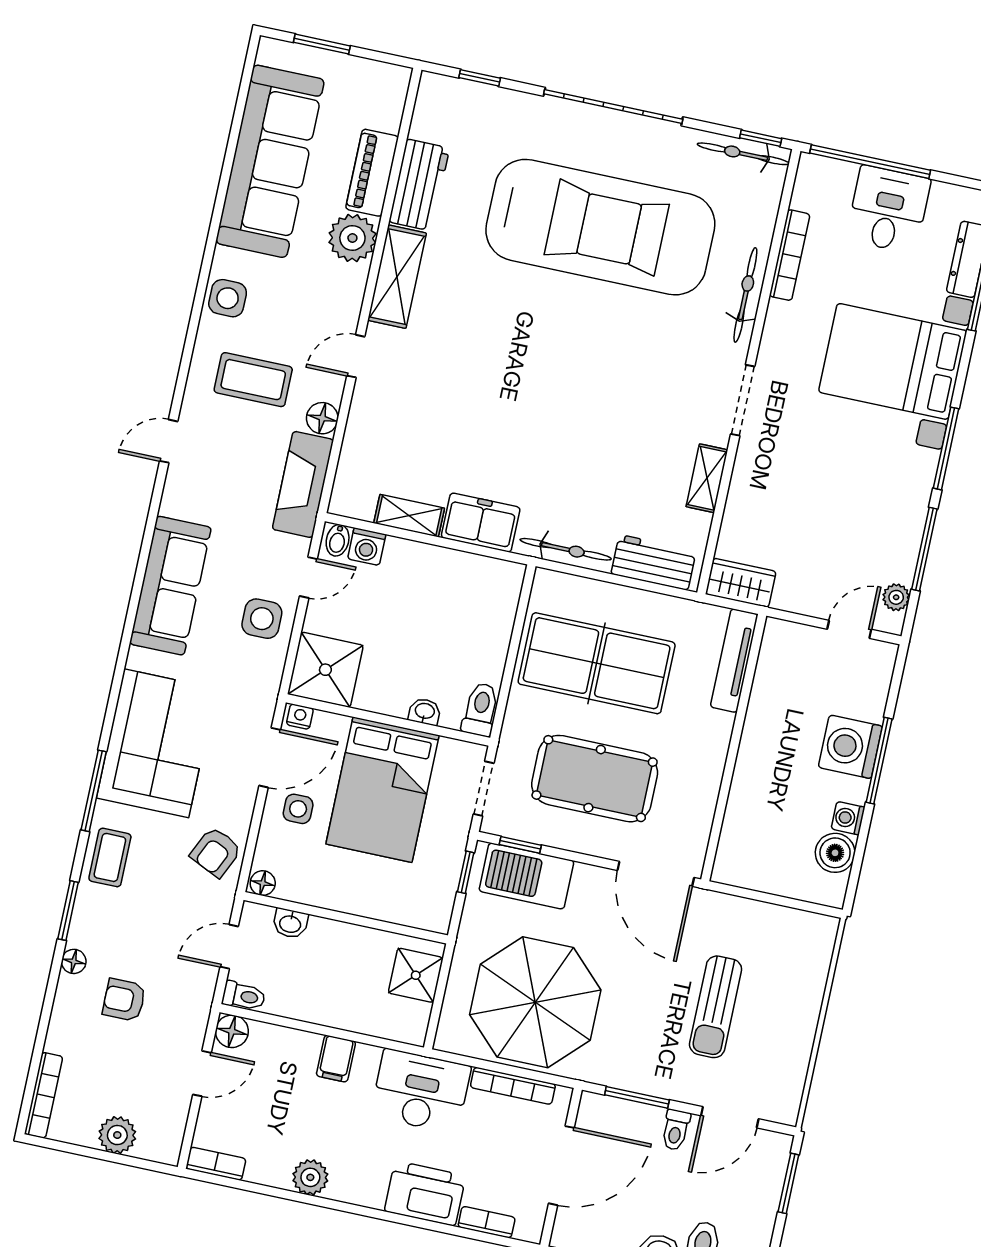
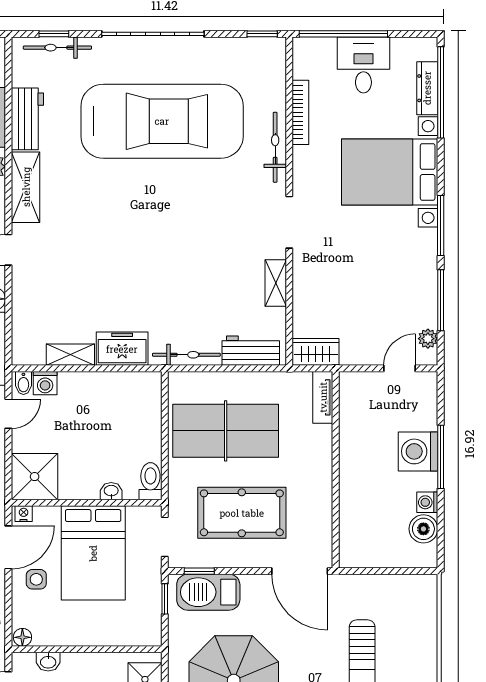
bicycle: (743, 154) -> (57, 48), moved
tv unit: (734, 661) -> (323, 397), width x0.71

